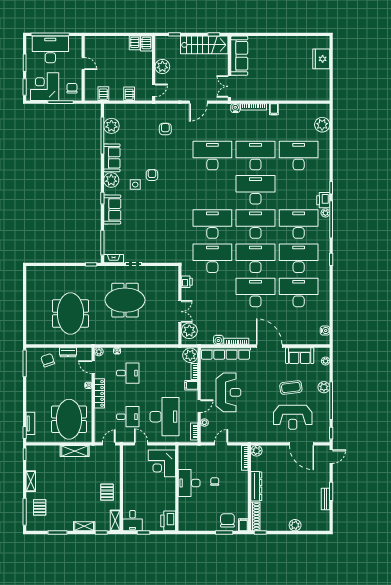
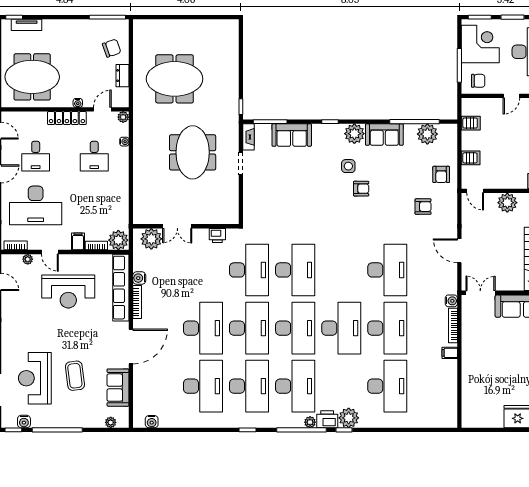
armchair: (141, 116) -> (441, 174), added
plant: (322, 125) -> (349, 418), moved
sofa: (112, 209) -> (292, 135), moved
plant: (324, 387) -> (75, 420), removed
water cooler: (325, 425) -> (24, 422), added

